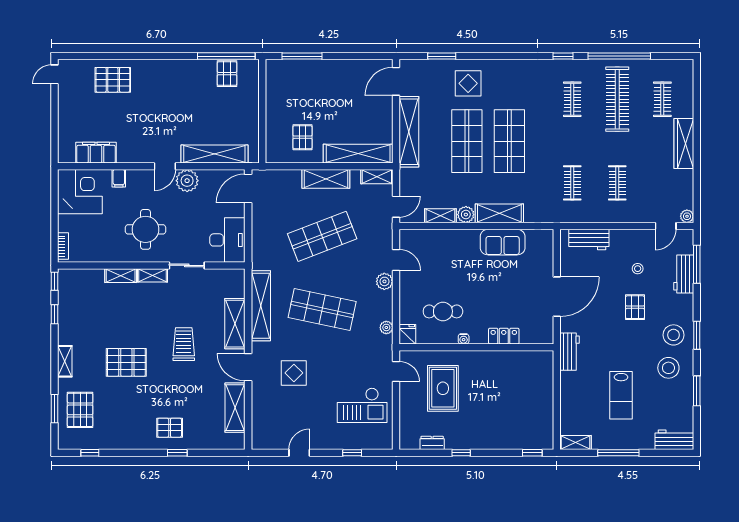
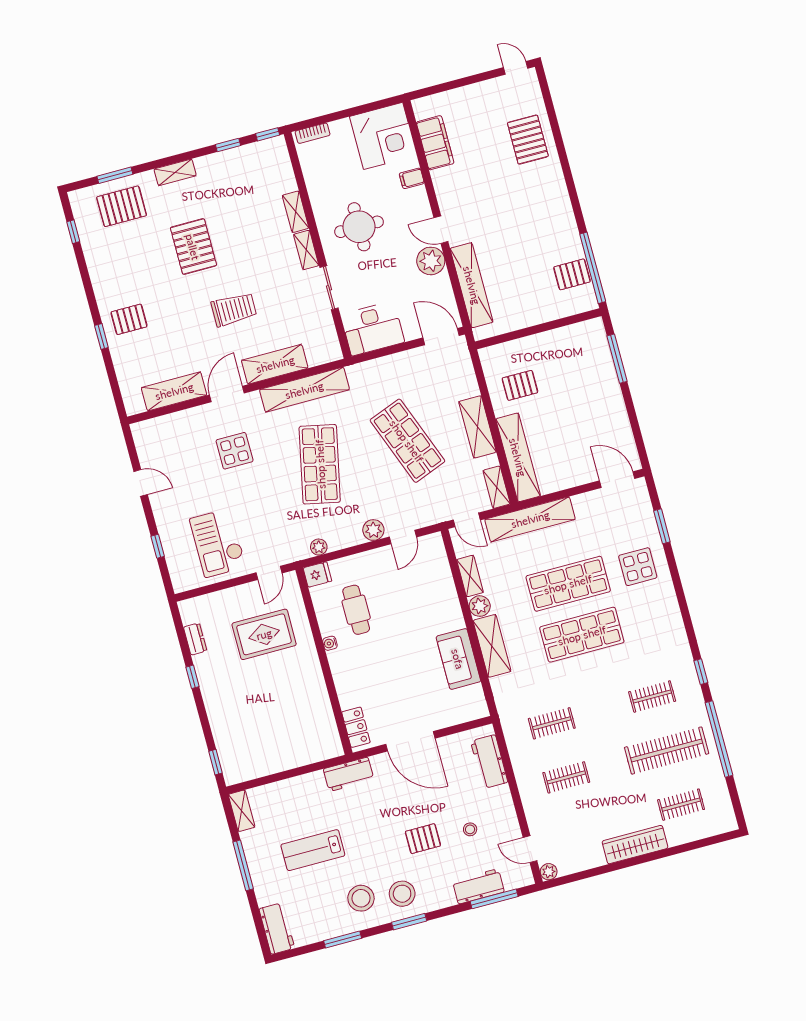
shelving: (409, 132) -> (530, 519), moved
locker: (504, 336) -> (356, 727), moved
pallet: (170, 428) -> (129, 319), turned 90

